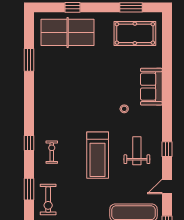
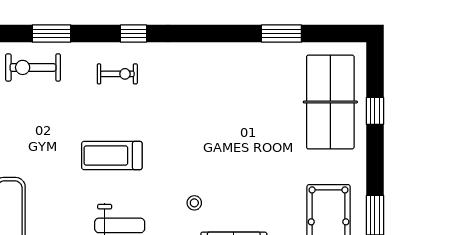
treadmill: (98, 155) -> (112, 156), width x0.73, depth x0.73

